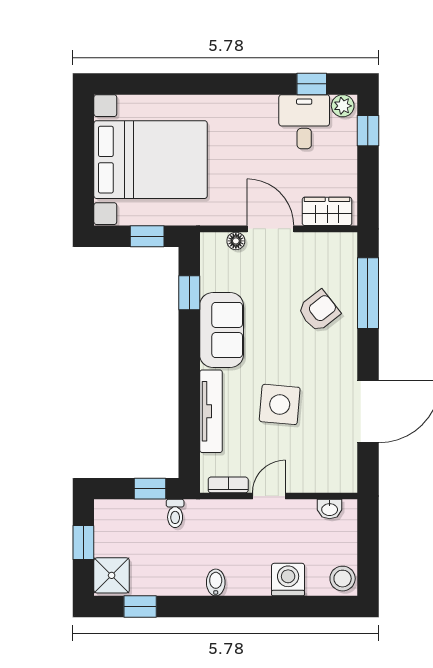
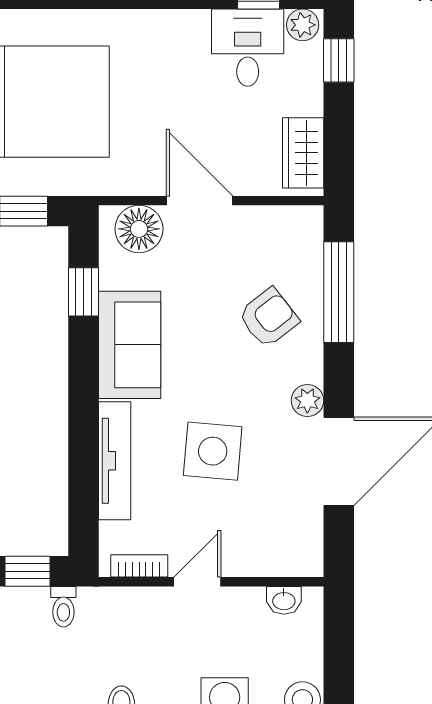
wardrobe: (327, 211) -> (303, 153), moved, turned -90
floor lamp: (236, 241) -> (139, 229), width x1.89, depth x1.89
plant: (346, 369) -> (307, 400), added

